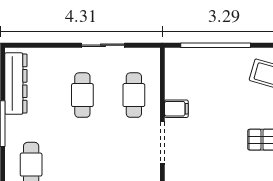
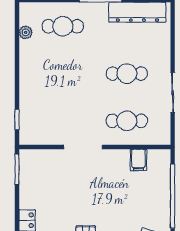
filing cabinet: (176, 109) -> (138, 160), moved

